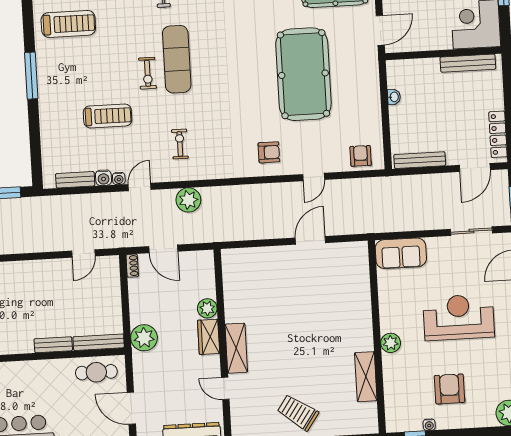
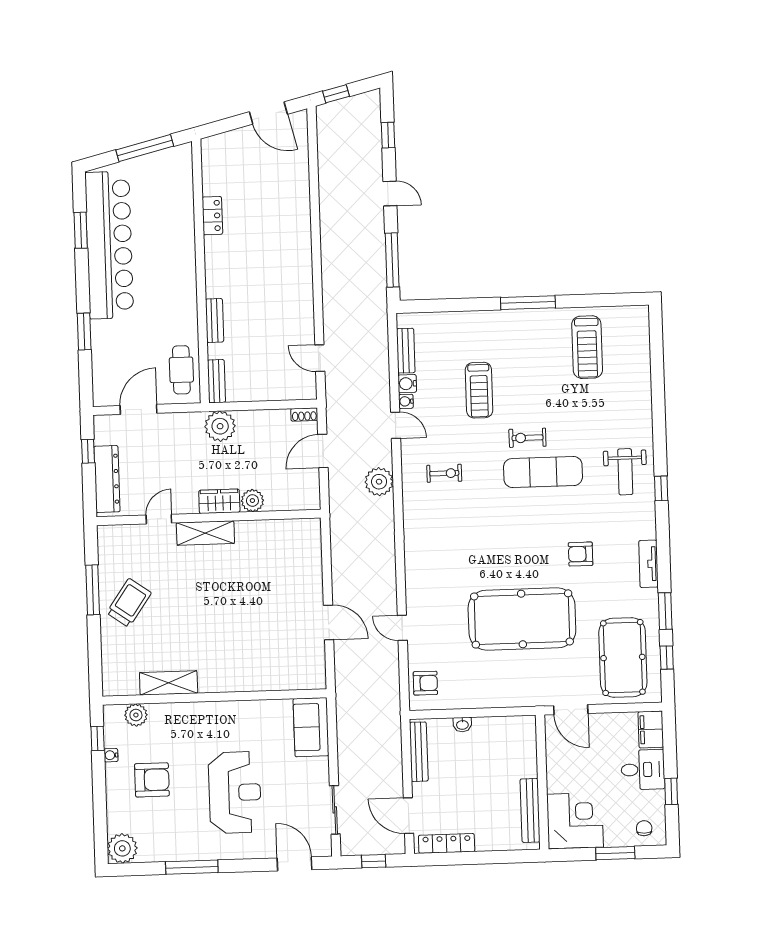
washbasin: (394, 97) -> (462, 725), moved
armchair: (269, 152) -> (581, 554), moved, turned 90
bench: (99, 342) -> (216, 381), width x0.73
plant: (391, 343) -> (136, 715), moved

